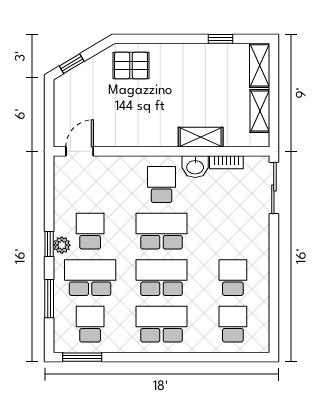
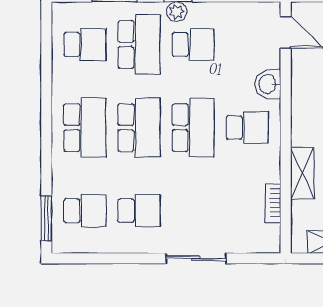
washbasin: (195, 167) -> (268, 84), moved
sliding door: (274, 188) -> (196, 258), moved
window: (82, 357) -> (46, 218), moved

